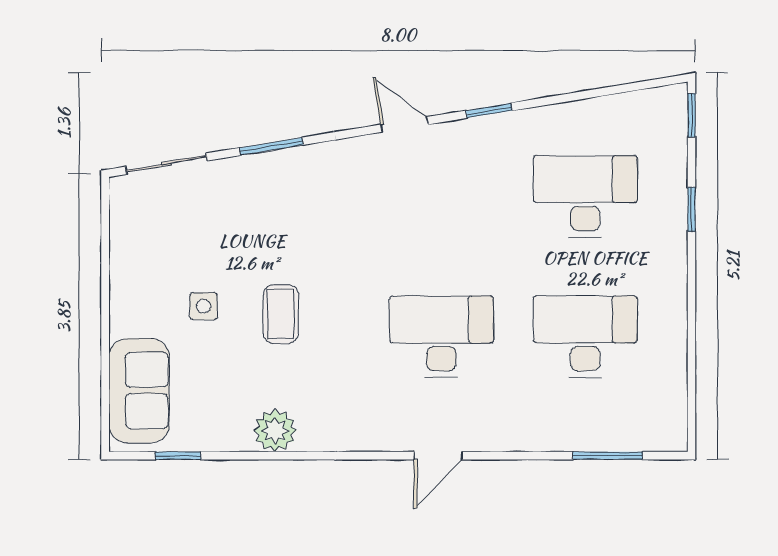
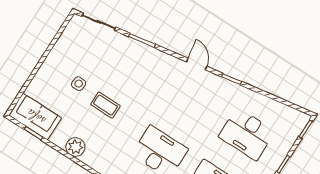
desk: (585, 196) -> (247, 134), turned 180
coffee table: (281, 314) -> (105, 105), turned 90
sofa: (139, 391) -> (35, 117), moved, turned -90

